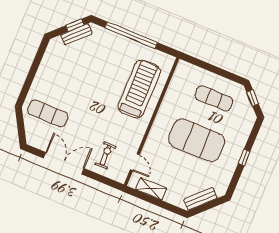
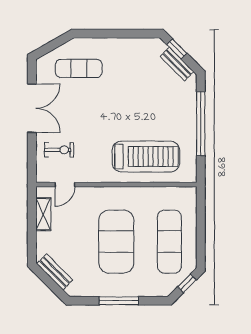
window: (75, 25) -> (177, 49), moved
exercise mat: (214, 98) -> (169, 242), width x1.36, depth x1.45
exercise mat: (48, 113) -> (79, 68), turned 90
window: (244, 157) -> (119, 301), width x2.17

